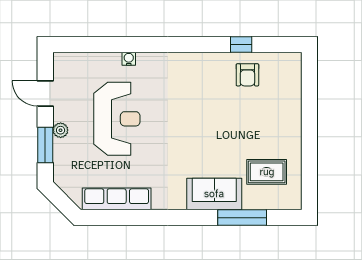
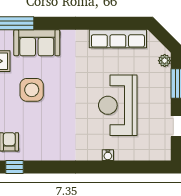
plant: (61, 130) -> (165, 61), moved
side table: (220, 137) -> (32, 90), added

